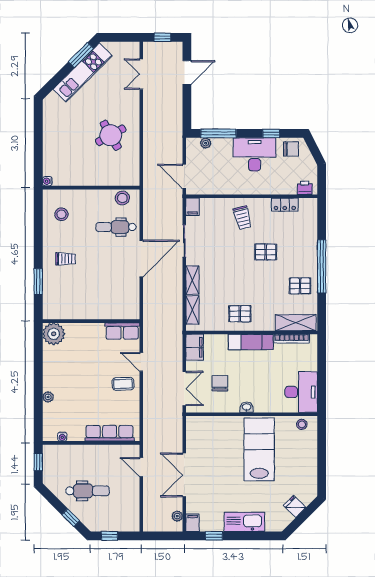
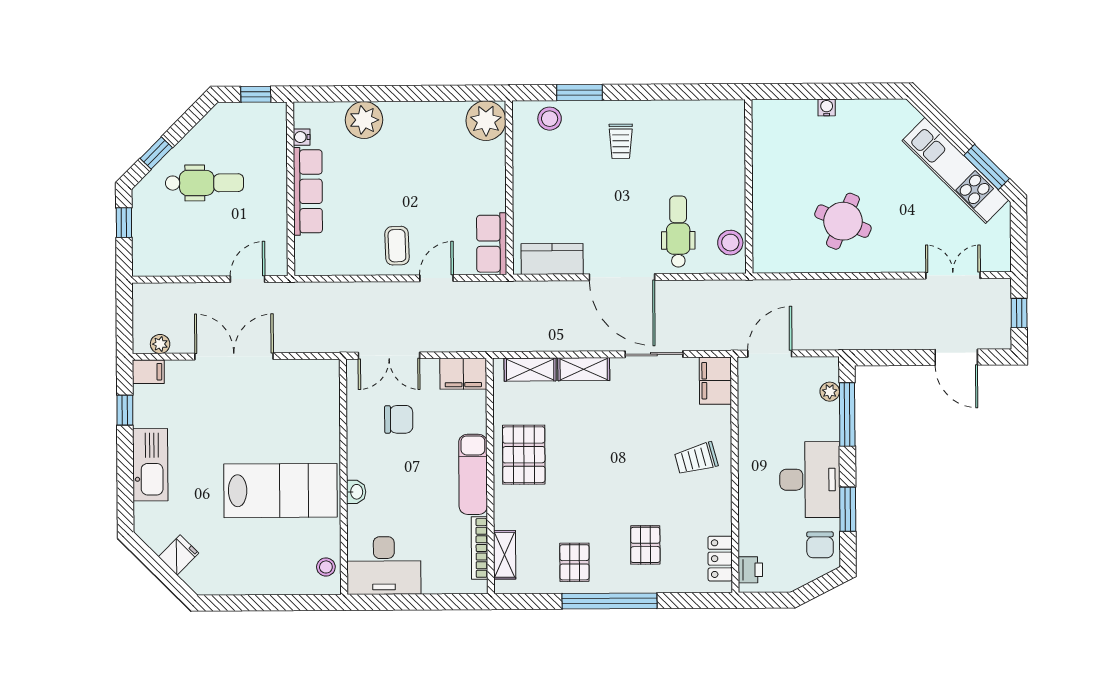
window: (271, 133) -> (848, 509), width x1.50
round table: (111, 135) -> (843, 221), turned -38
water cooler: (47, 181) -> (827, 107), moved
locker: (285, 205) -> (720, 559), moved
filing cabinet: (193, 207) -> (715, 381), width x2.00
stool: (61, 214) -> (550, 119), moved
pallet: (266, 252) -> (645, 545), moved
kitchen counter: (131, 297) -> (552, 259), added
pallet: (240, 314) -> (524, 455), width x1.50, depth x1.42
shelving: (296, 323) -> (505, 555), width x0.67, depth x0.75
plant: (48, 397) -> (364, 120), width x1.88, depth x1.88
washbasin: (247, 407) -> (356, 492), moved
row of seats: (110, 433) -> (308, 191), moved
dental chair: (88, 491) -> (205, 183), turned -90

